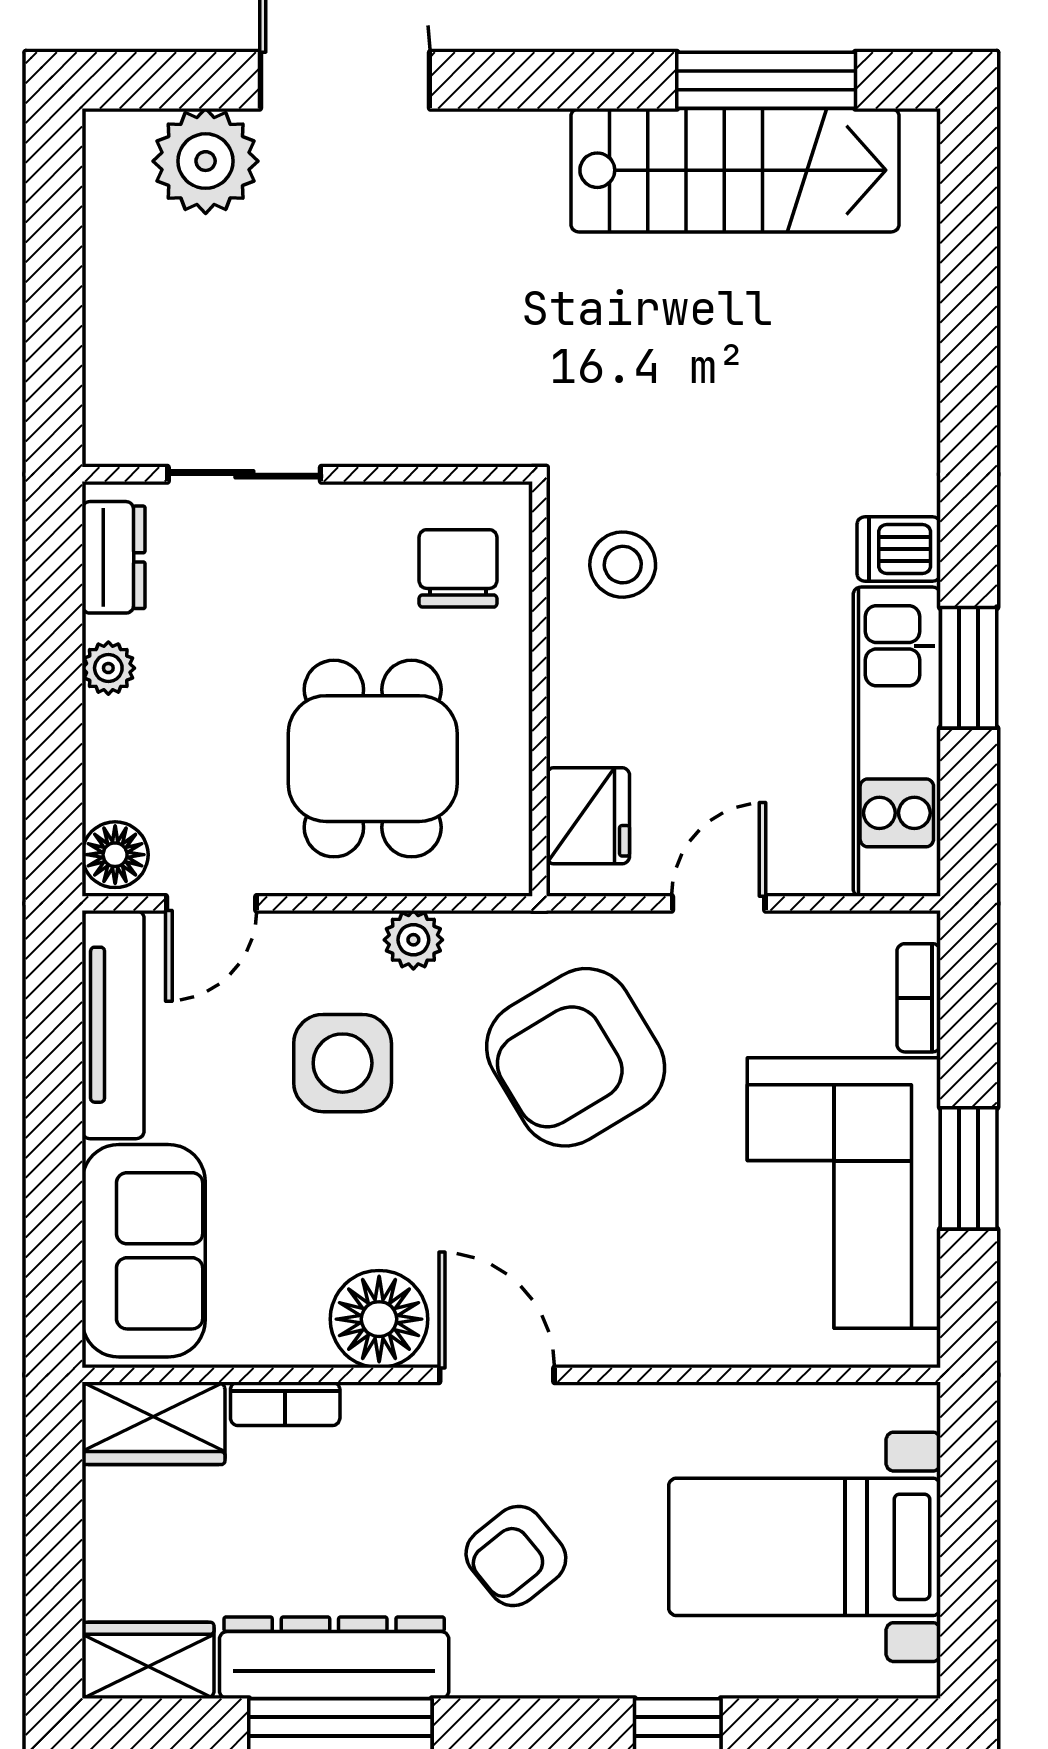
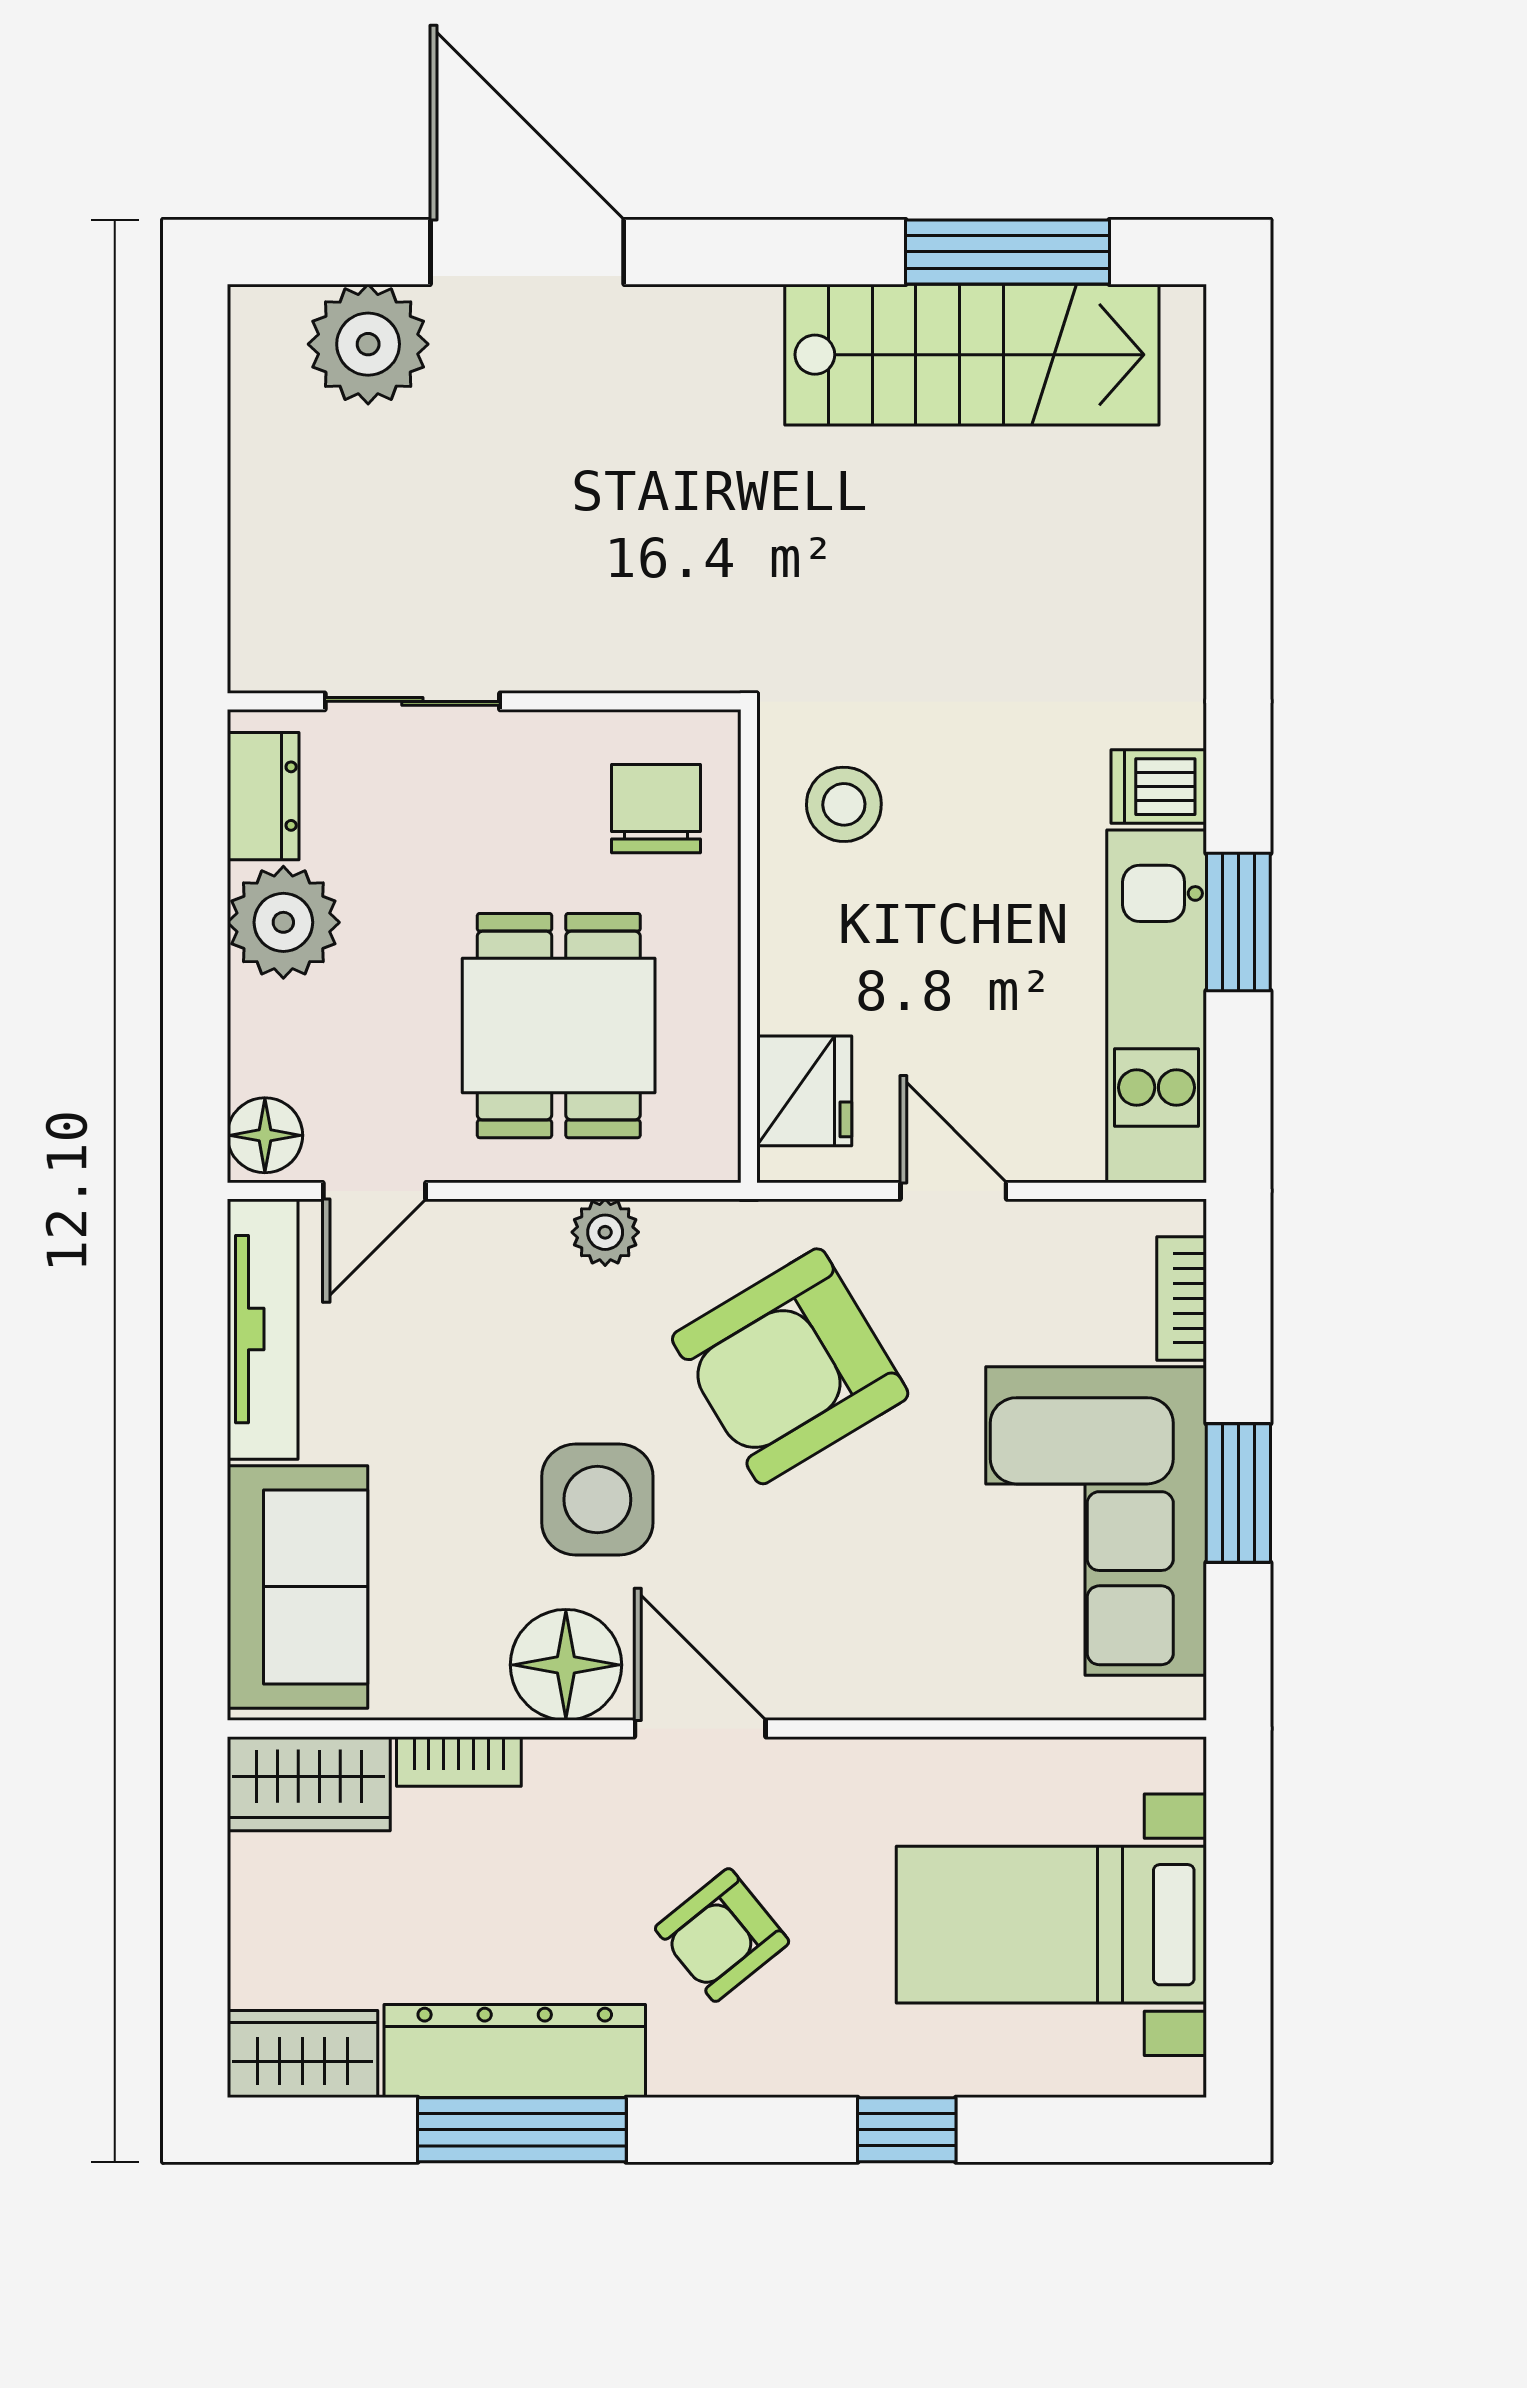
plant: (108, 668) -> (283, 922), width x1.88, depth x1.88
door: (719, 903) -> (953, 1191), hinge flipped
side table: (343, 1063) -> (597, 1500), moved

